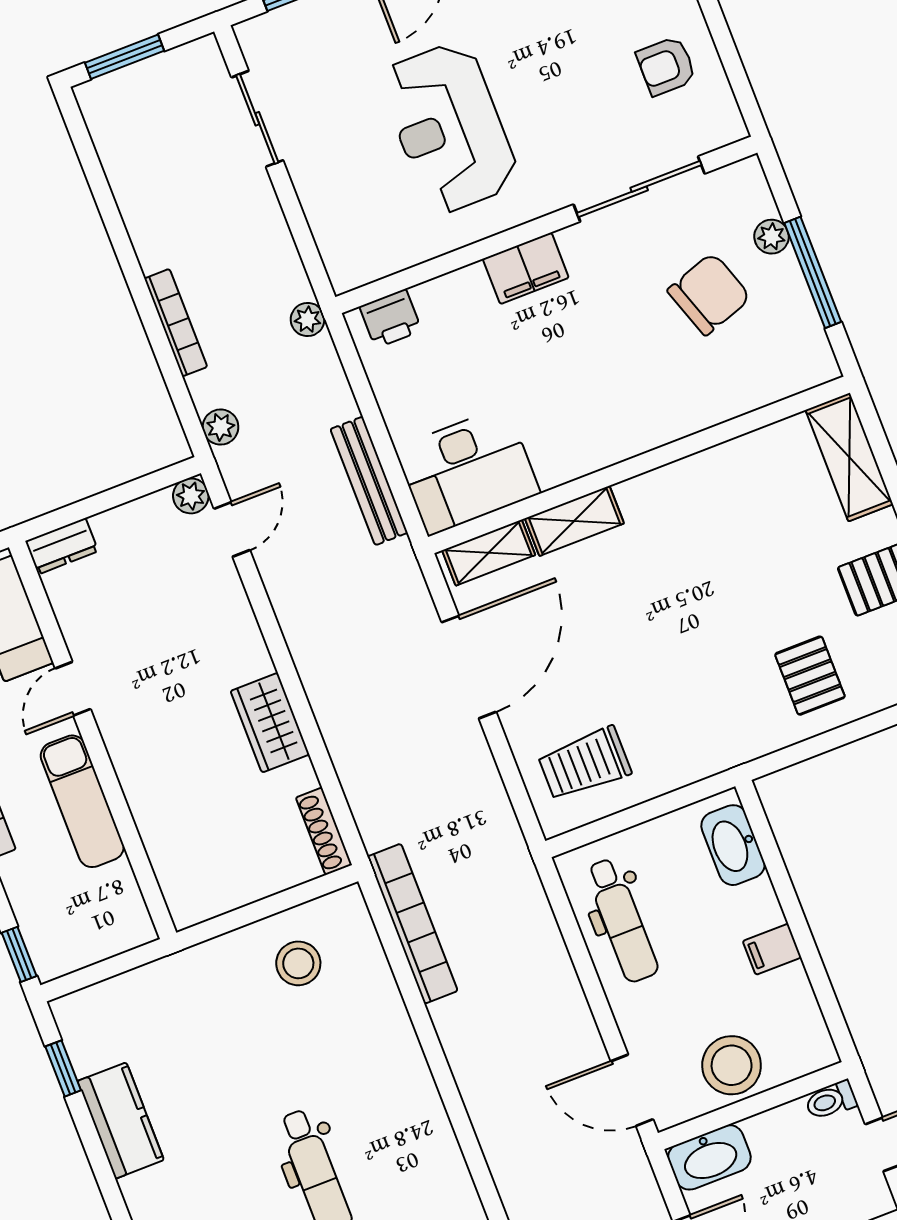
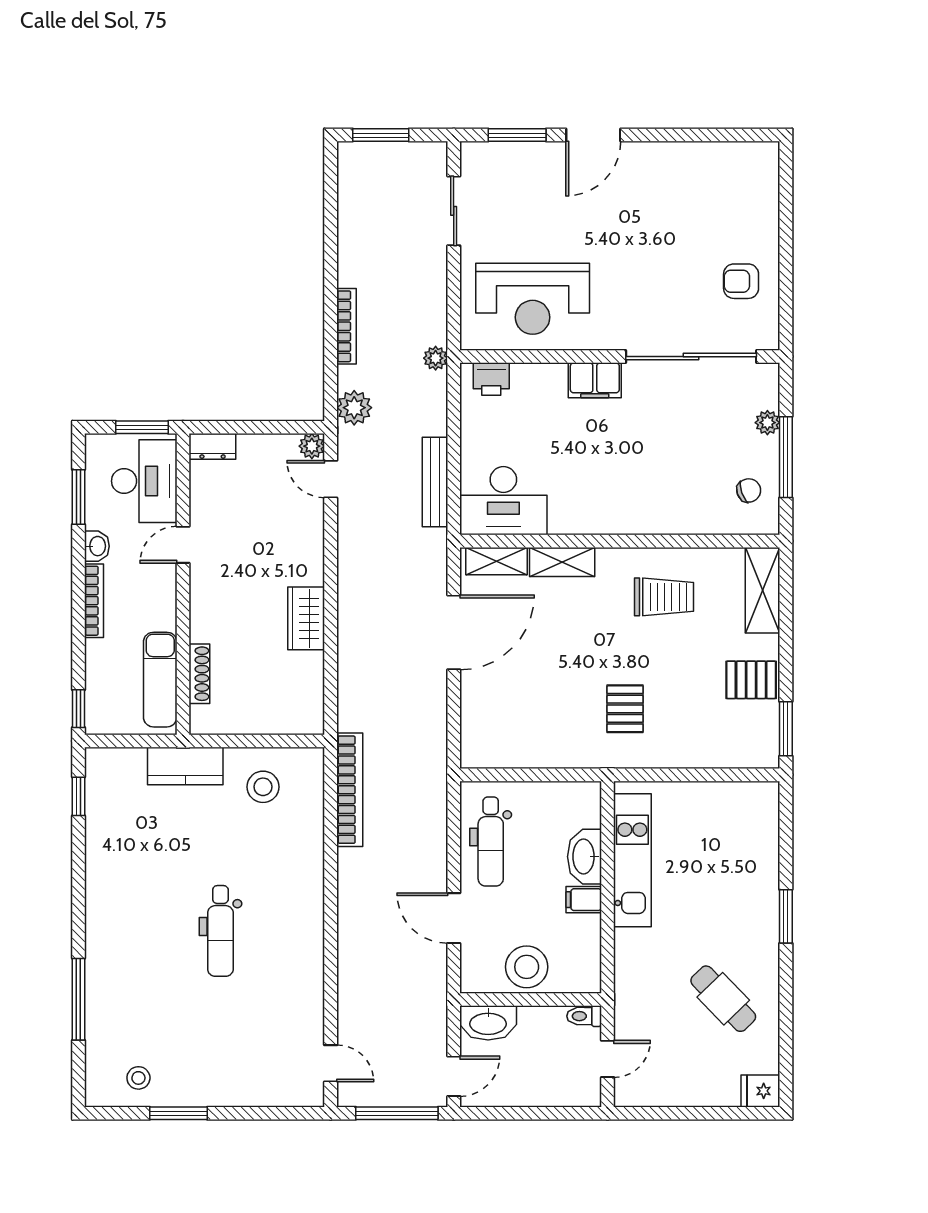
reception desk: (449, 128) -> (533, 299), moved, turned -90
sliding door: (639, 189) -> (691, 357), width x1.36
chair: (709, 294) -> (749, 490), moved, width x0.54, depth x0.54
plant: (221, 427) -> (354, 408), width x1.38, depth x1.38
door: (232, 529) -> (331, 479), swing flipped
pallet: (810, 676) -> (625, 709), moved
trolley: (585, 764) -> (664, 597), moved, turned 180
exam couch: (82, 801) -> (160, 680), moved
shoe rack: (324, 831) -> (199, 674), moved, turned 180
washbasin: (733, 845) -> (585, 857), moved
kitchen unit: (816, 874) -> (632, 860), added
door: (632, 1090) -> (454, 918), moved
kitchen counter: (121, 1121) -> (185, 766), moved, turned 90

